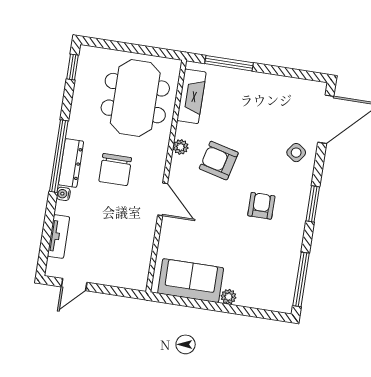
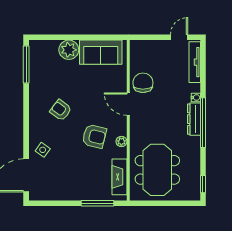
chair: (115, 170) -> (143, 83), moved
window: (313, 204) -> (26, 117), removed
armchair: (261, 206) -> (61, 110), turned 127
tv unit: (58, 236) -> (195, 62), width x1.41
plant: (229, 297) -> (69, 50), width x1.88, depth x1.88

